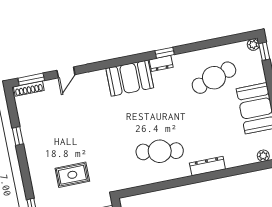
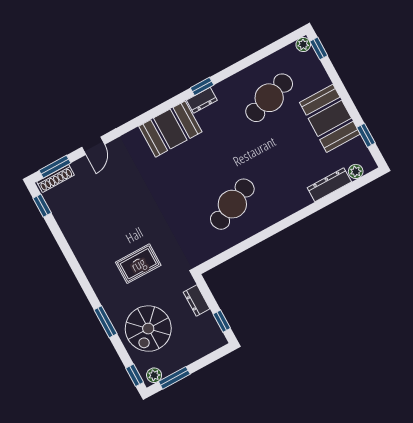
window: (18, 136) -> (42, 206), moved
cafe table: (160, 151) -> (232, 204), turned -33
dresser: (207, 166) -> (329, 185), moved

